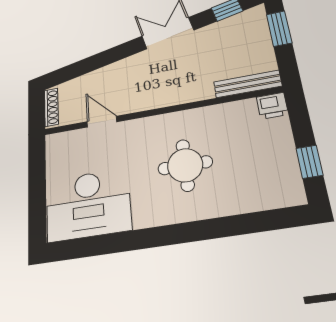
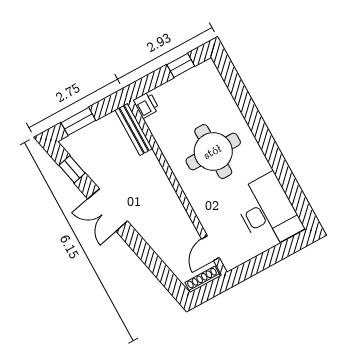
door: (102, 122) -> (210, 248), moved
round table: (185, 165) -> (213, 152), width x1.36, depth x1.36

